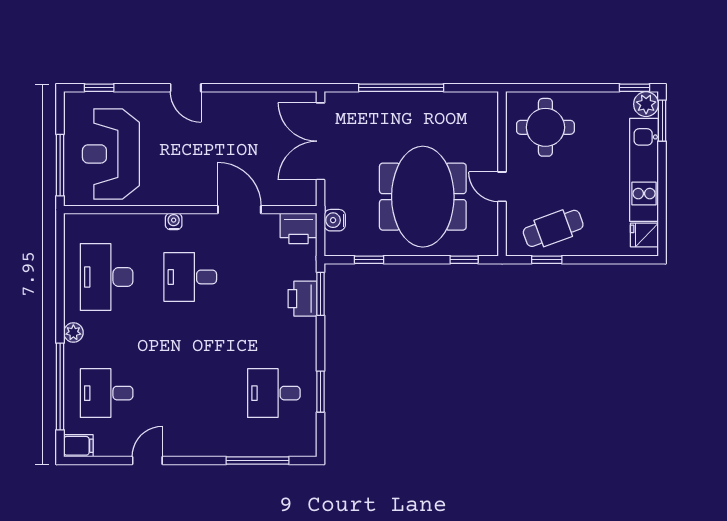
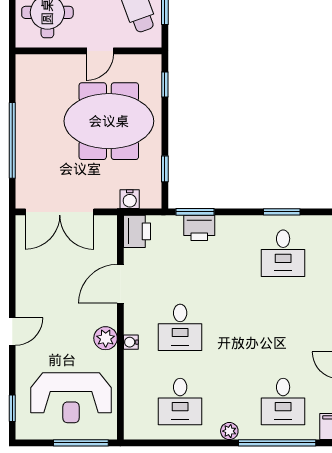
plant: (178, 193) -> (106, 338), added
desk: (107, 277) -> (180, 402), width x0.73

